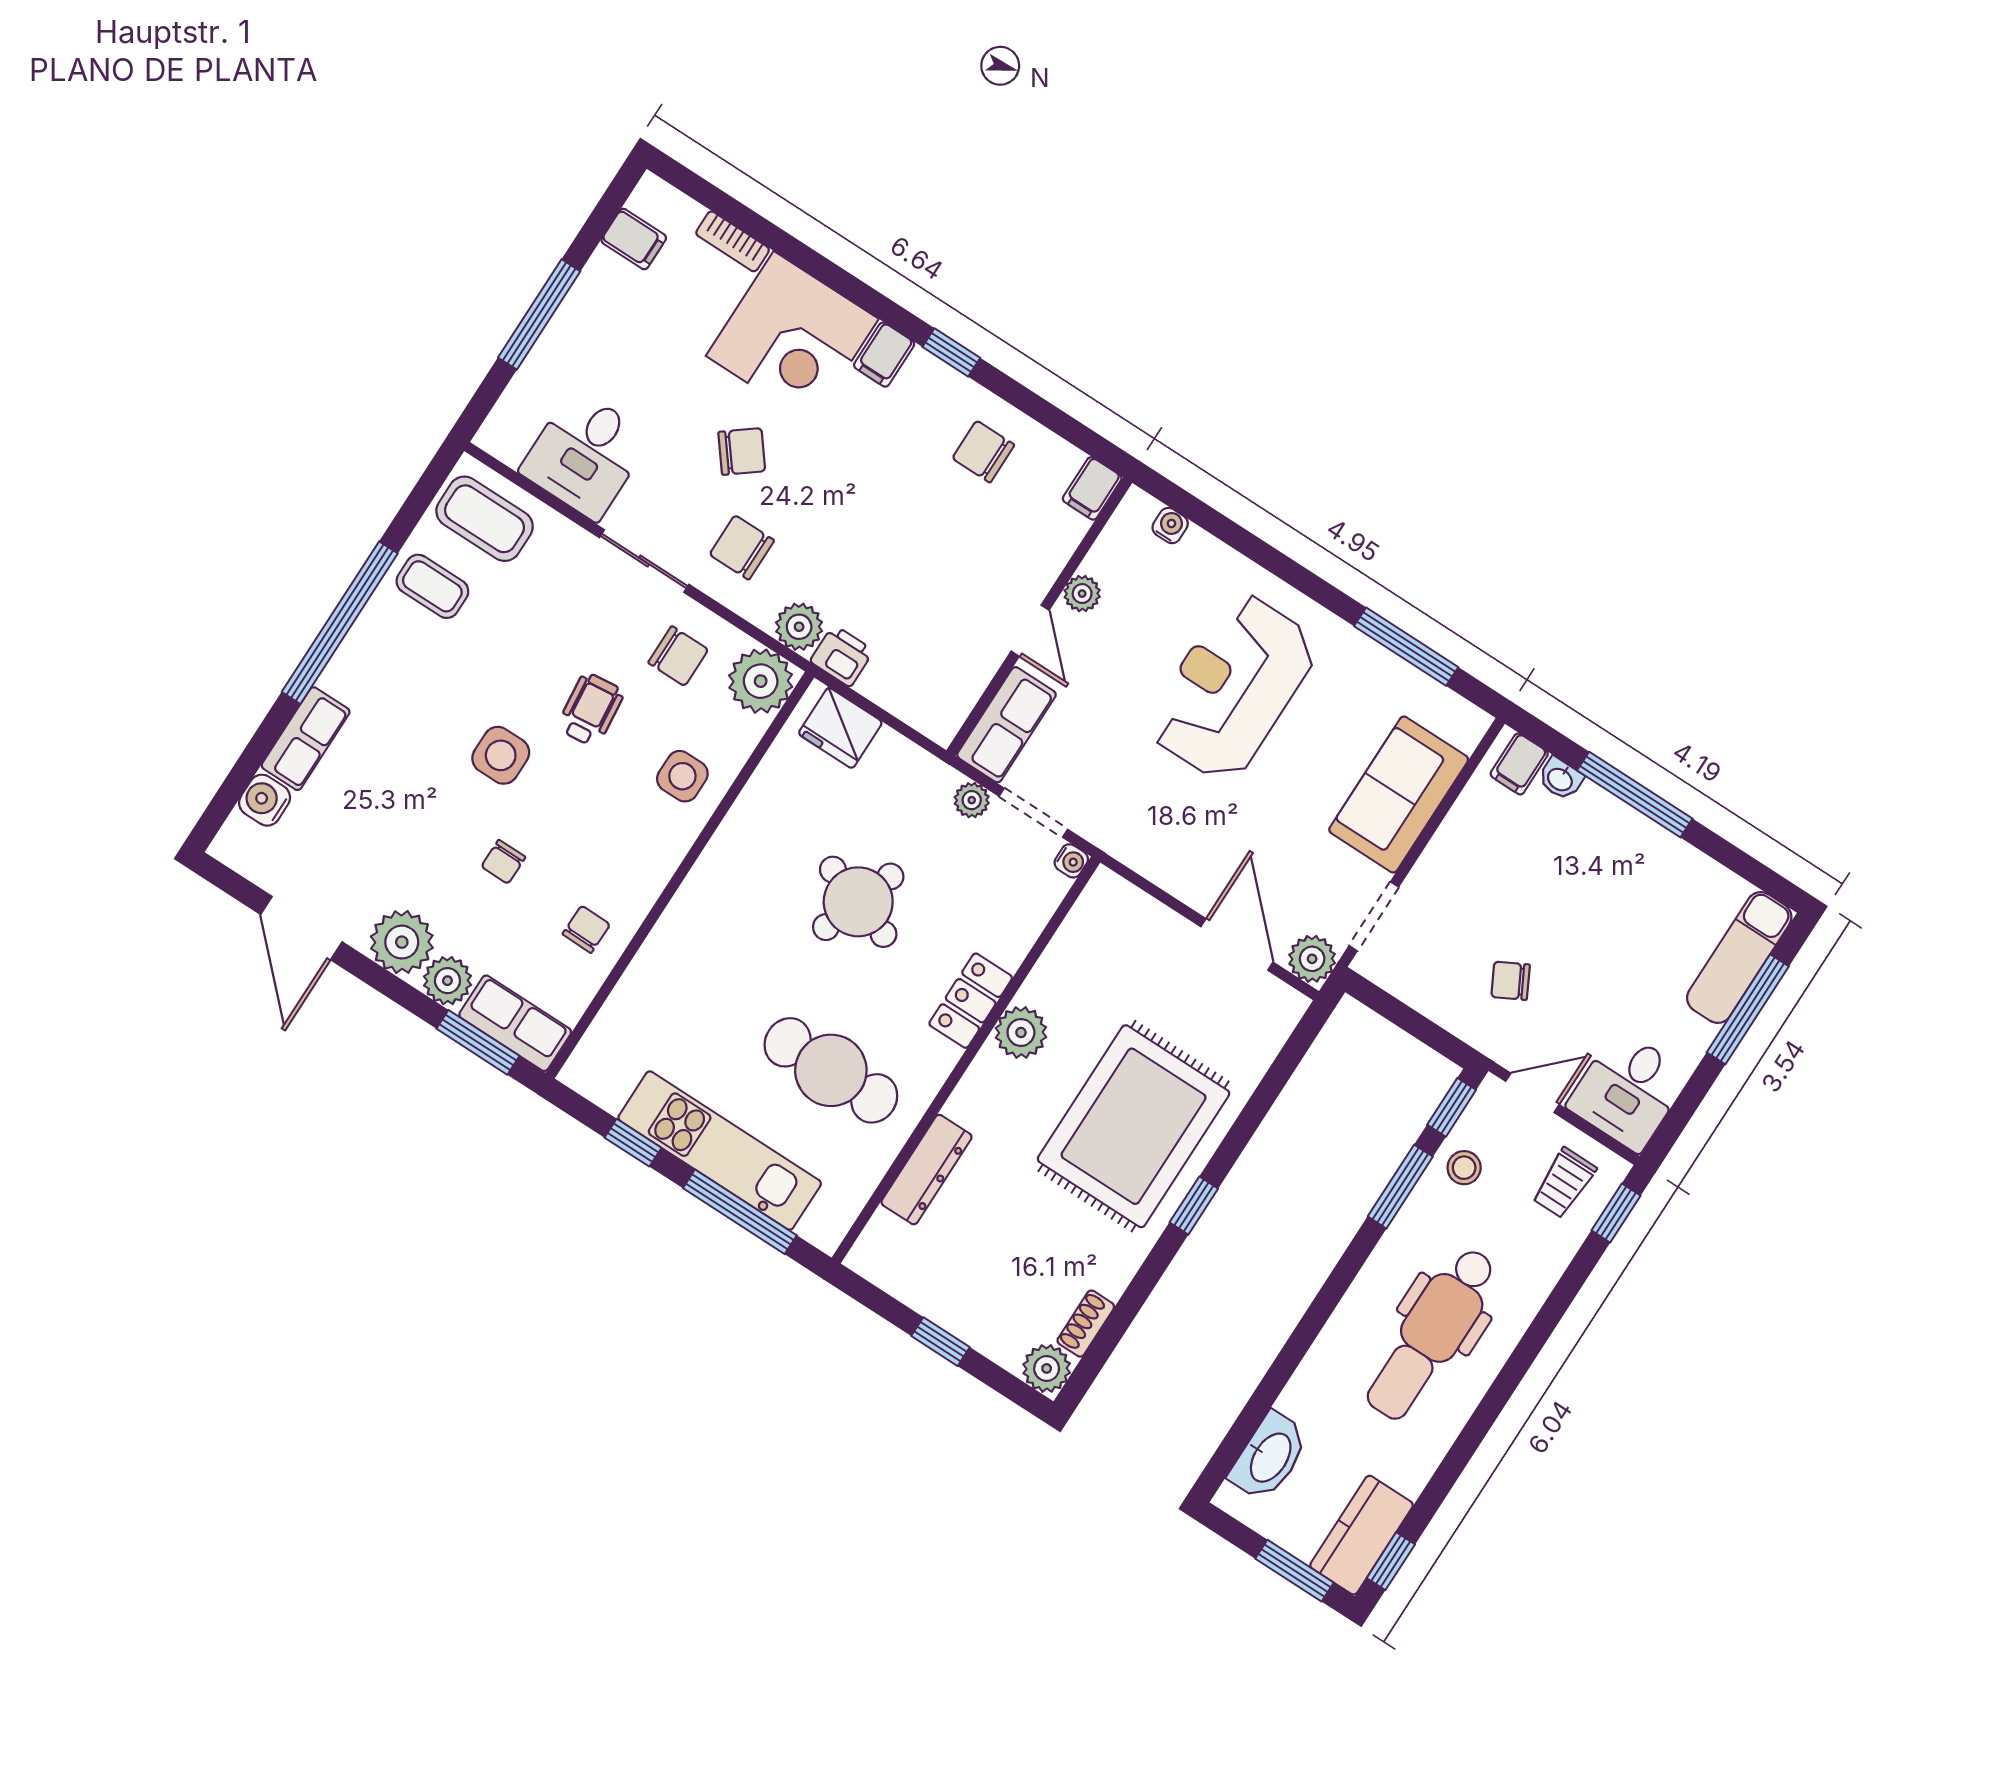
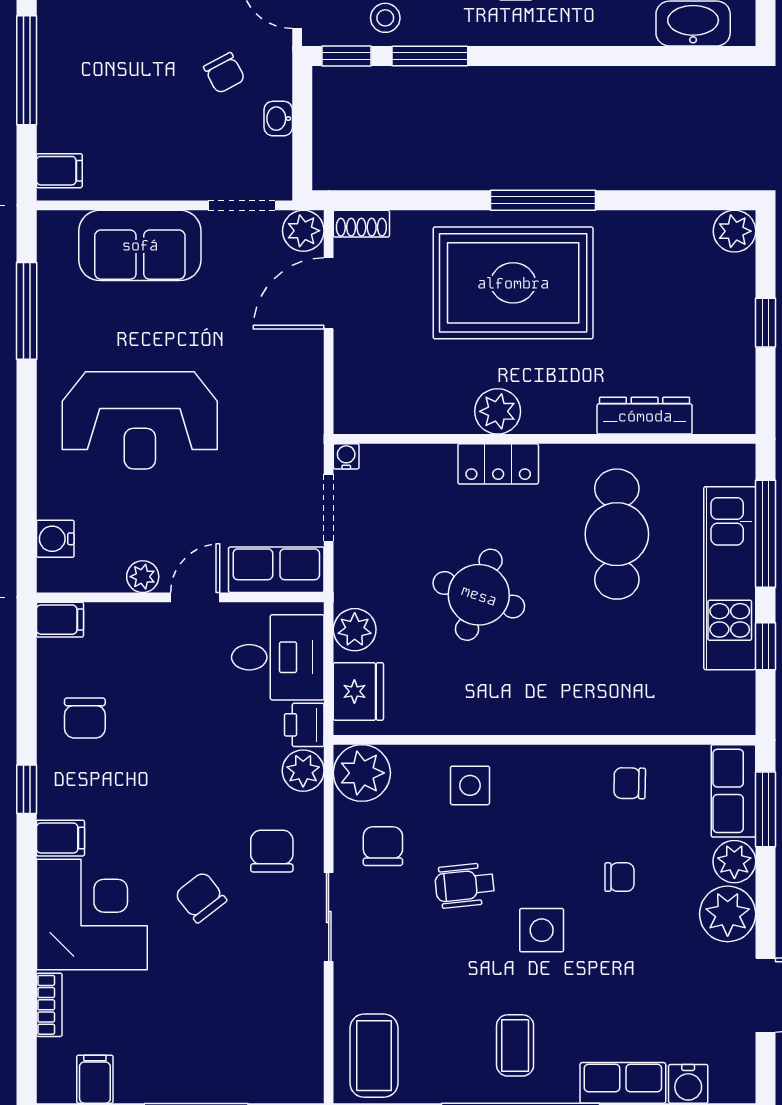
desk: (585, 454) -> (278, 657), moved
water cooler: (1170, 526) -> (55, 539), width x1.38, depth x1.38
chair: (742, 547) -> (272, 851), turned 180
coffee table: (432, 586) -> (515, 1045), moved
washbasin: (1560, 779) -> (278, 119), moved, turned 180
plant: (972, 800) -> (355, 630), moved, width x1.38, depth x1.38
window: (1194, 1206) -> (543, 200), width x2.17
shoe rack: (1086, 1324) -> (361, 224), moved

